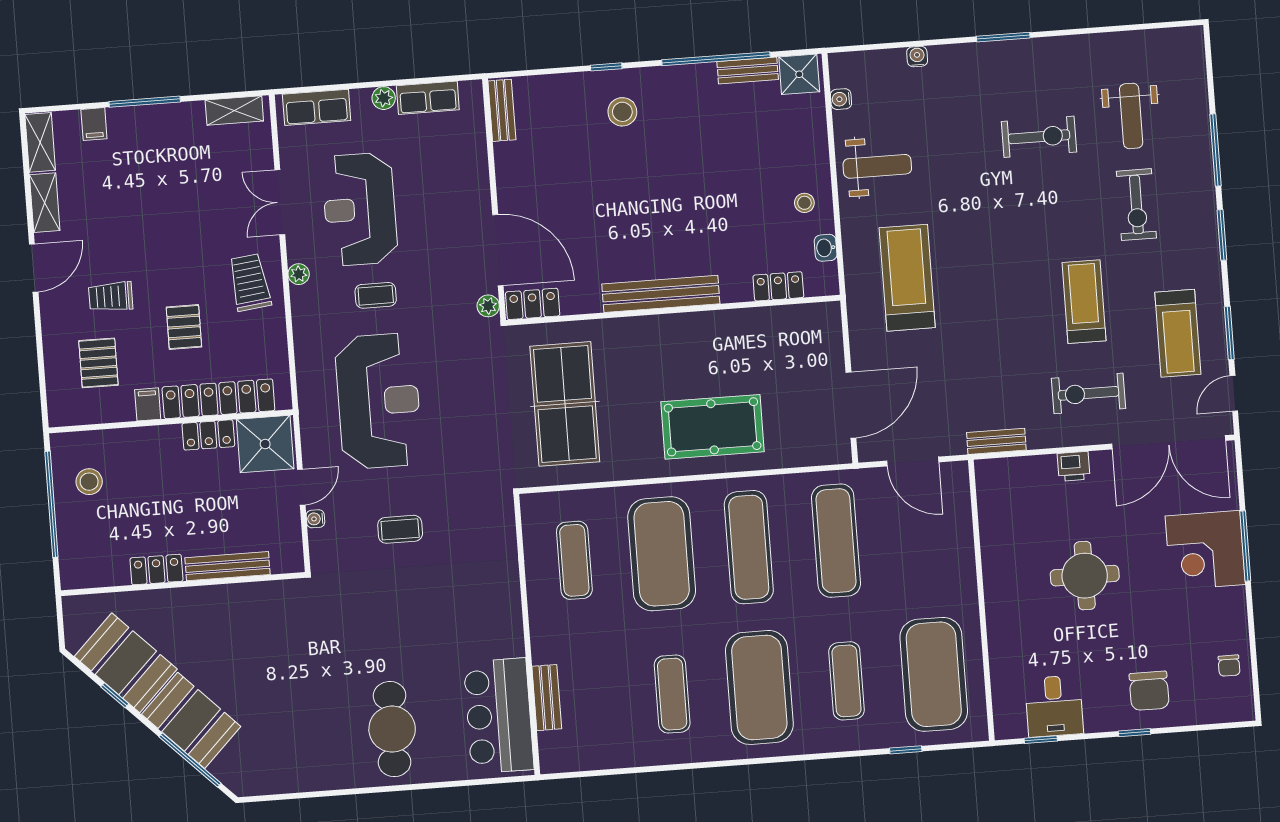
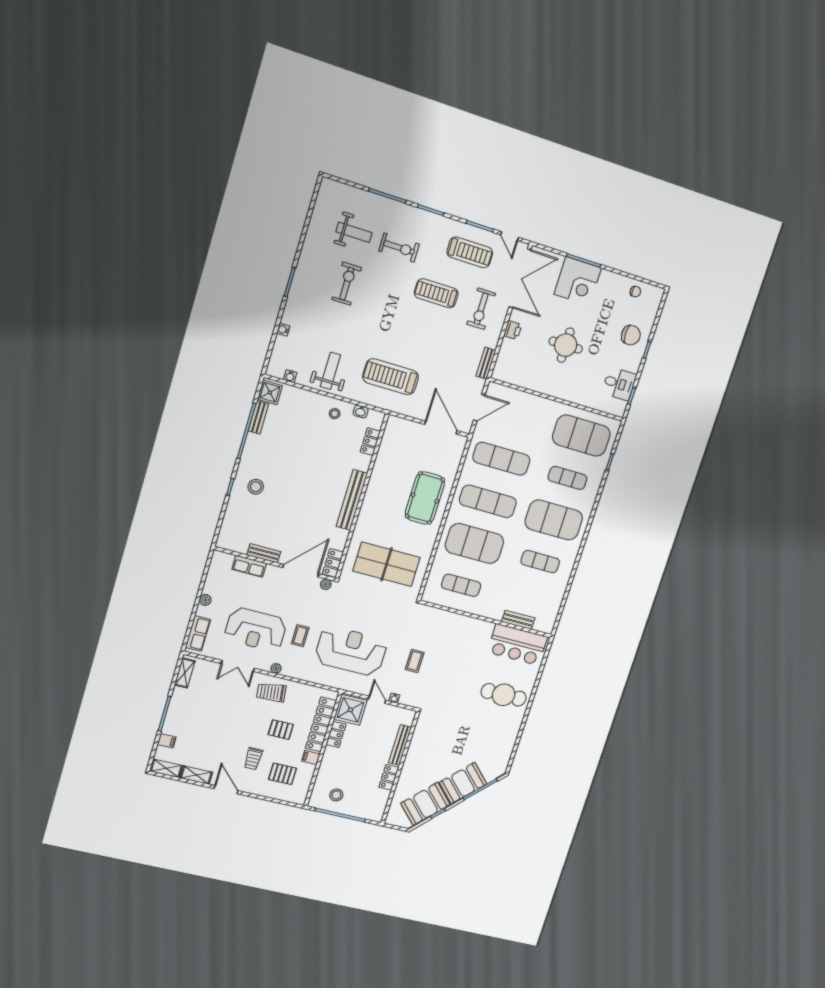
row of seats: (428, 98) -> (249, 566), moved, turned 90
bench: (502, 110) -> (264, 553), moved

